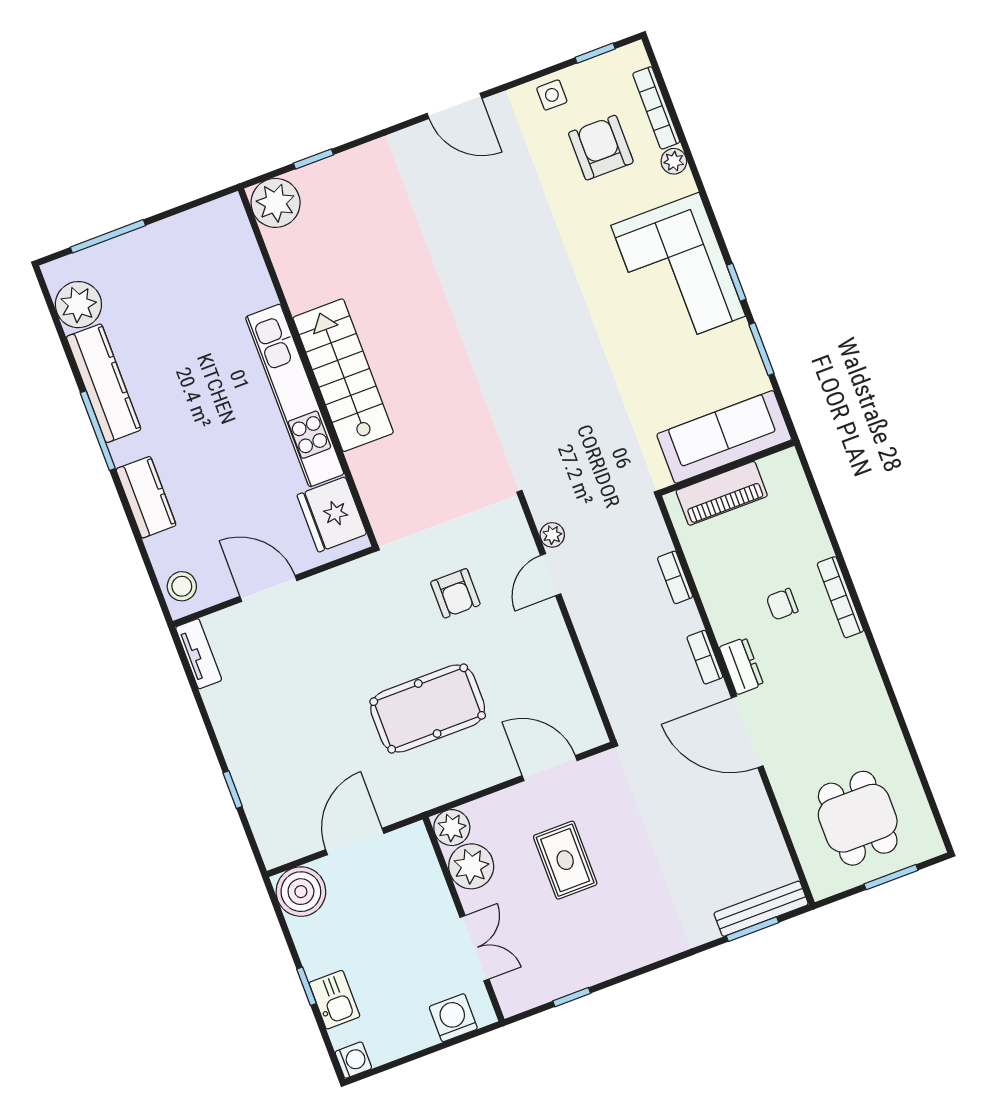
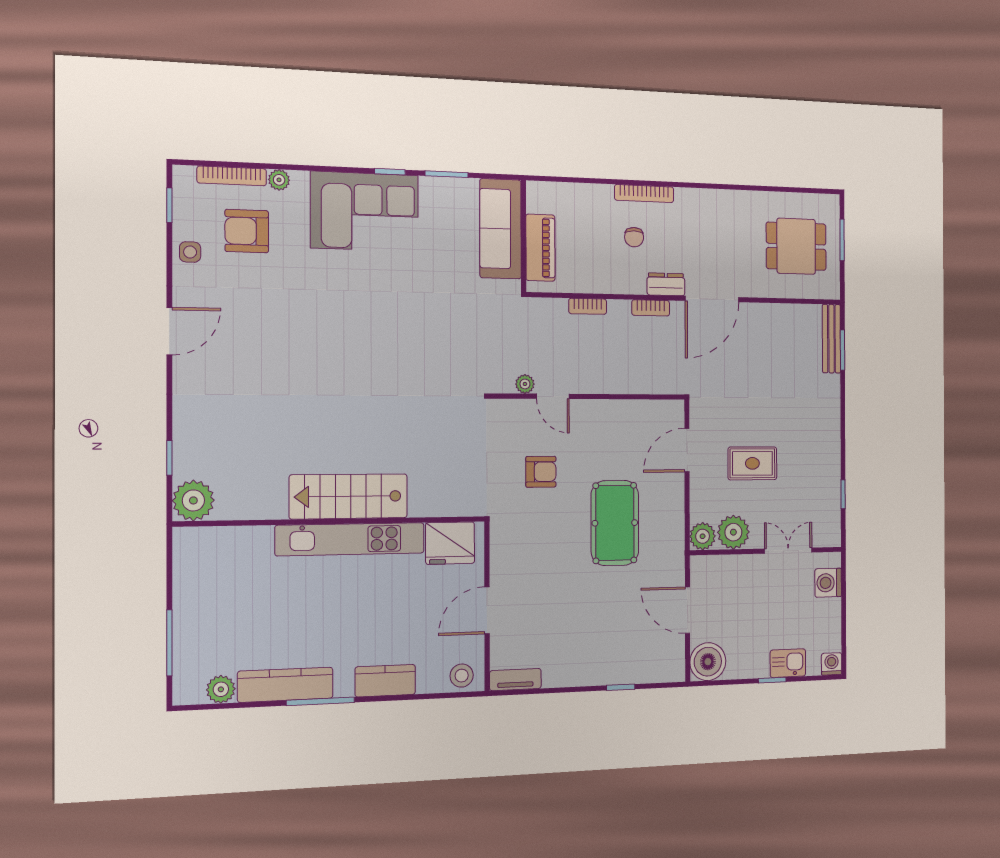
plant: (78, 305) -> (221, 689), width x0.73, depth x0.73

